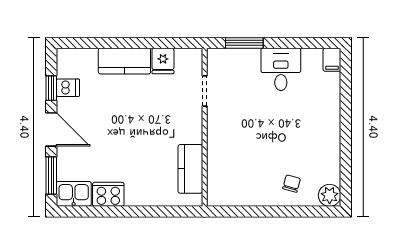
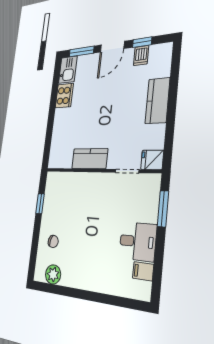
filing cabinet: (332, 60) -> (143, 271), moved
fridge: (163, 61) -> (152, 160), moved
kitchen counter: (190, 169) -> (90, 159), moved
plant: (330, 195) -> (53, 274), moved
window: (248, 212) -> (40, 204), added

